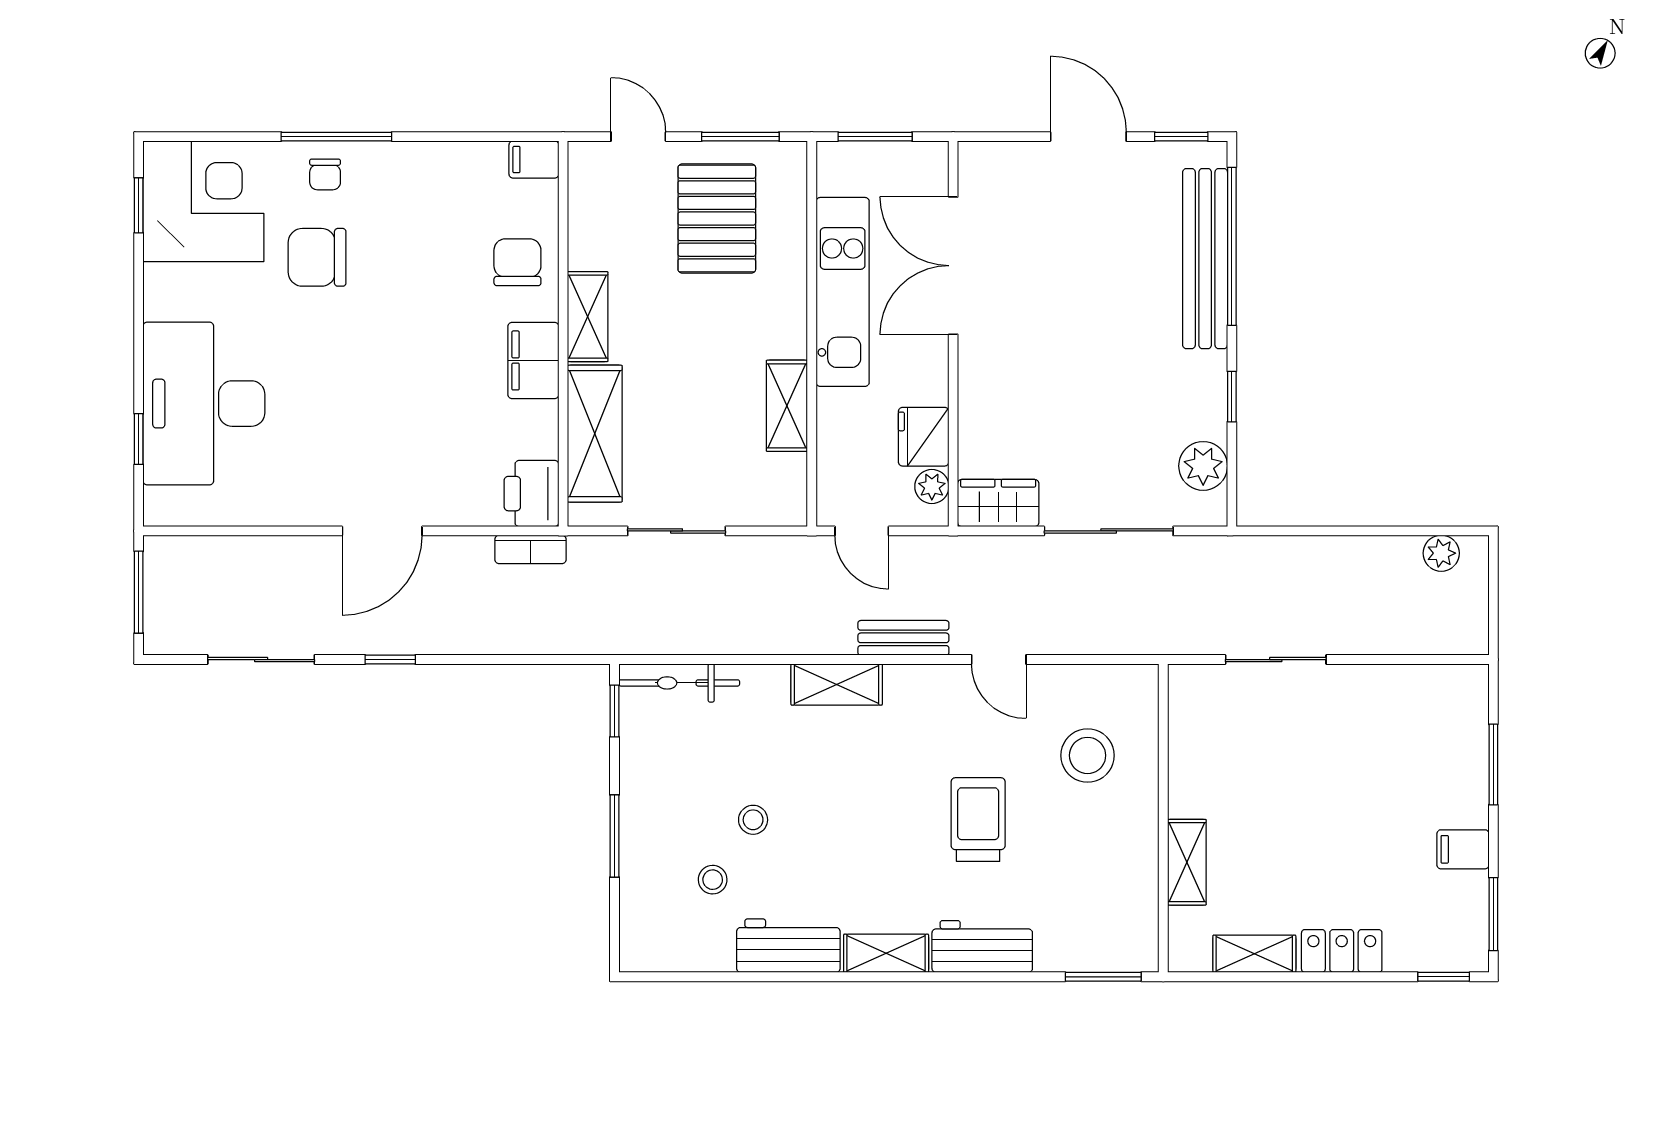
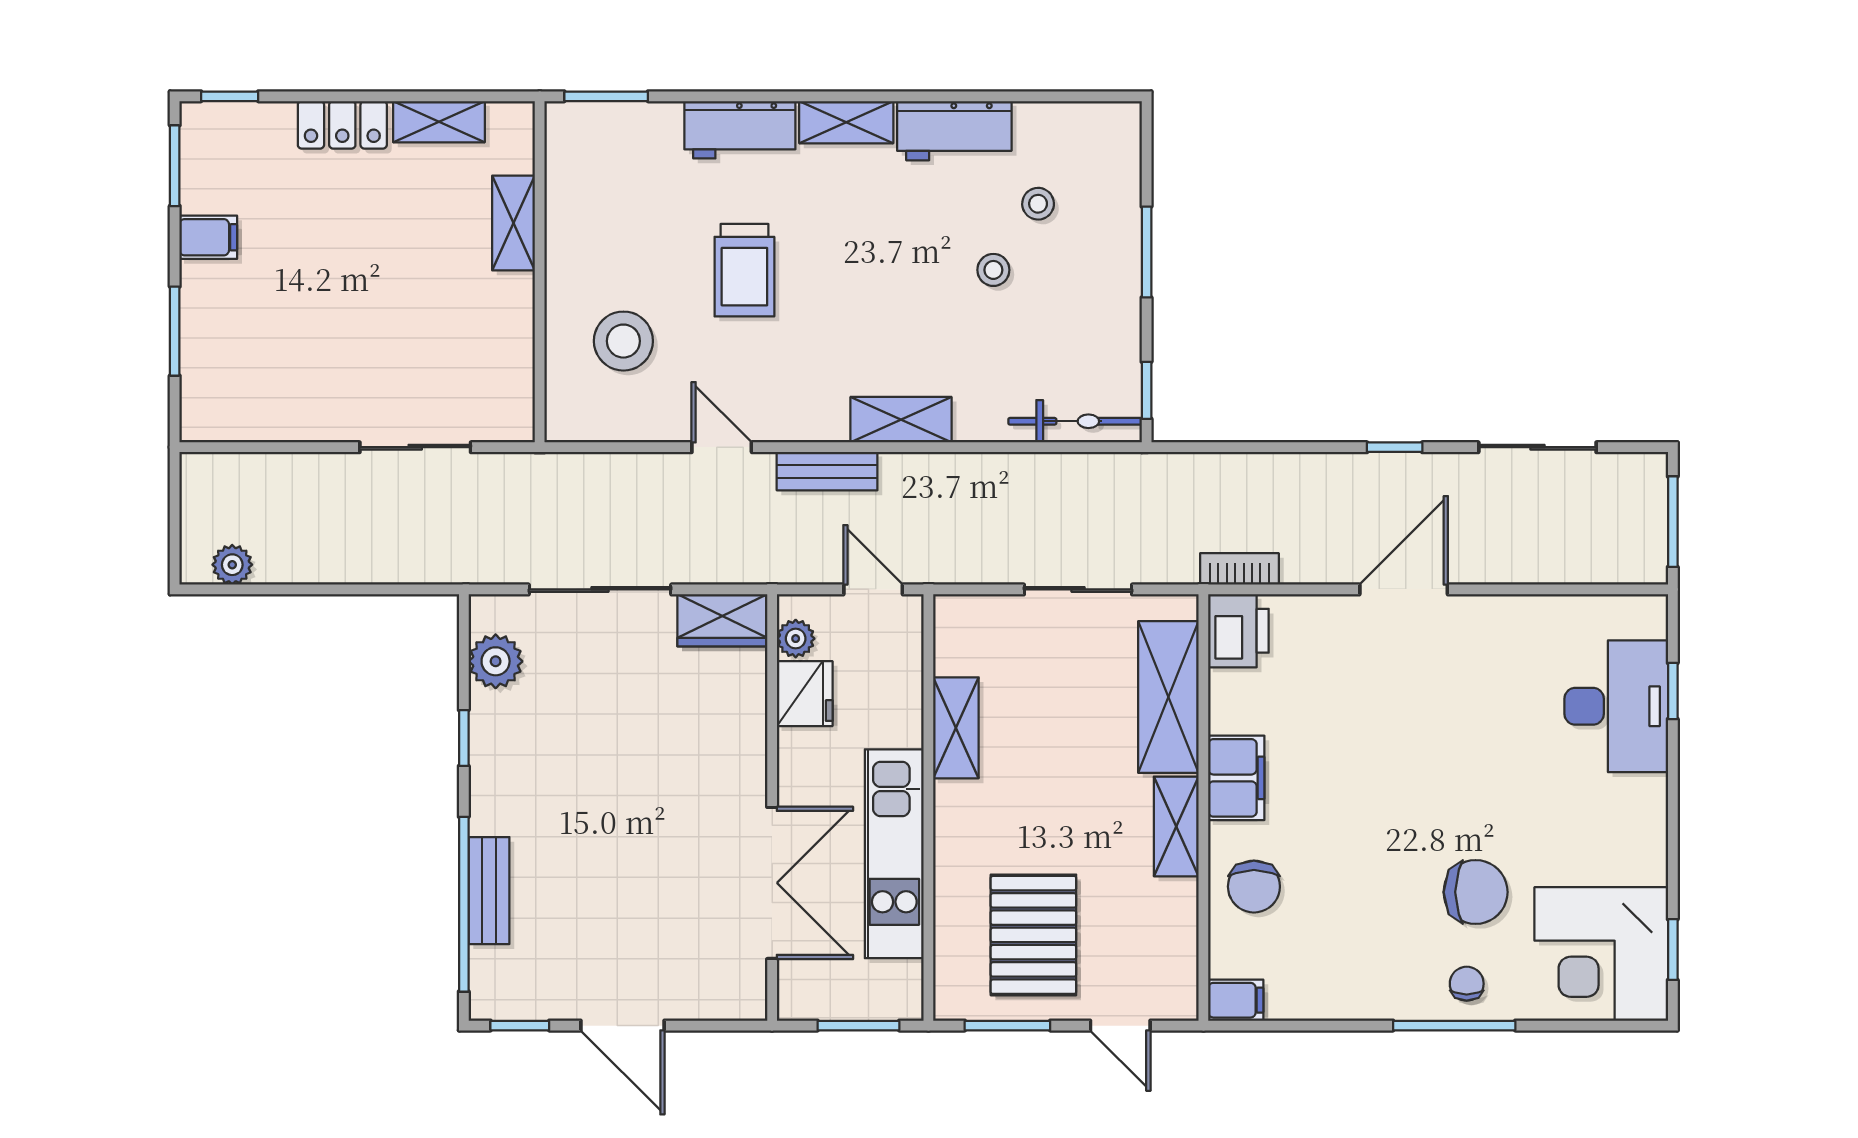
bench: (1205, 259) -> (489, 891), width x0.54, depth x0.82
desk: (204, 404) -> (1616, 706), width x0.73, depth x0.77

